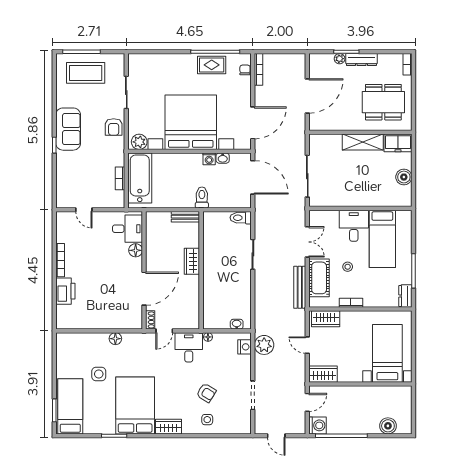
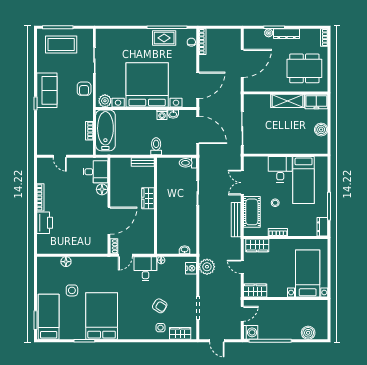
double door: (307, 242) -> (242, 183), swing flipped
floor lamp: (115, 339) -> (66, 262), moved
wardrobe: (168, 427) -> (180, 333), moved

